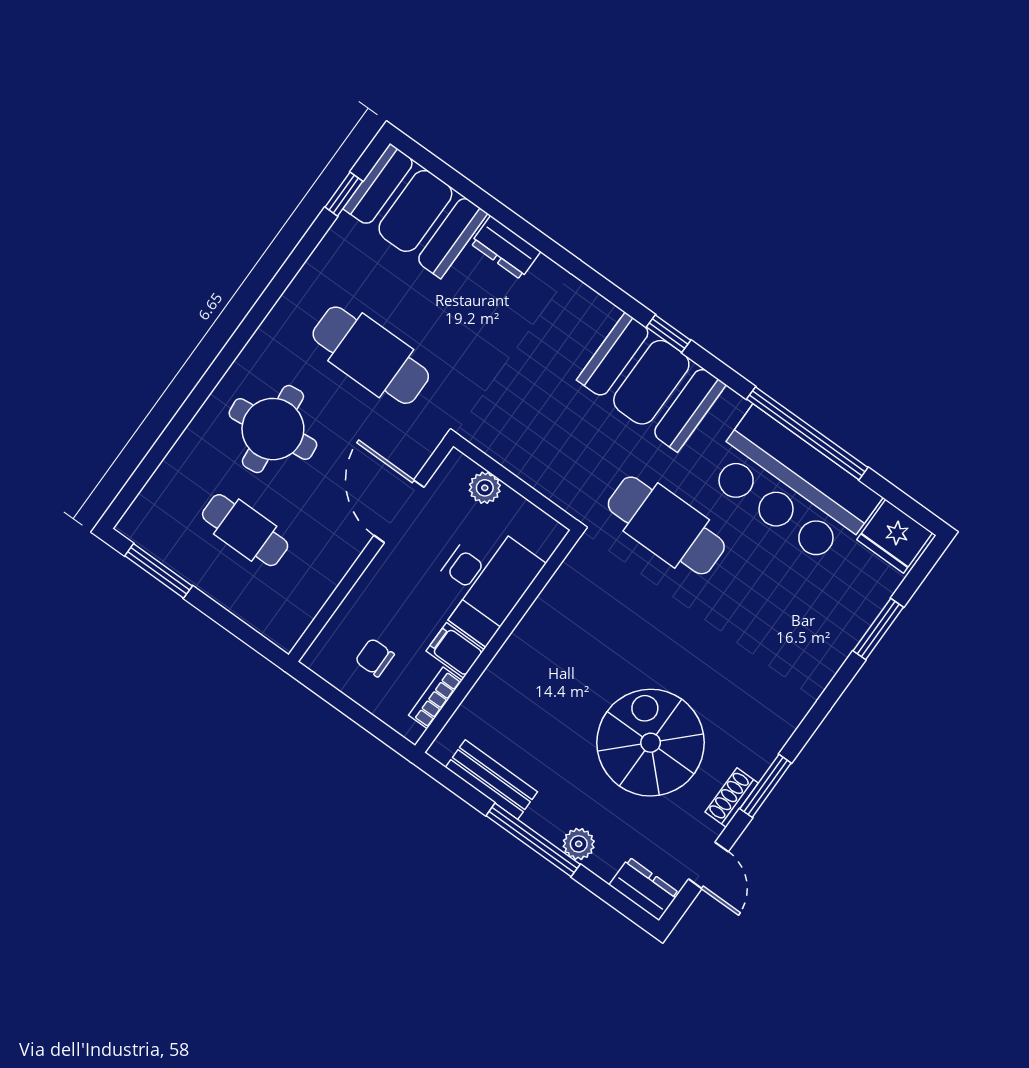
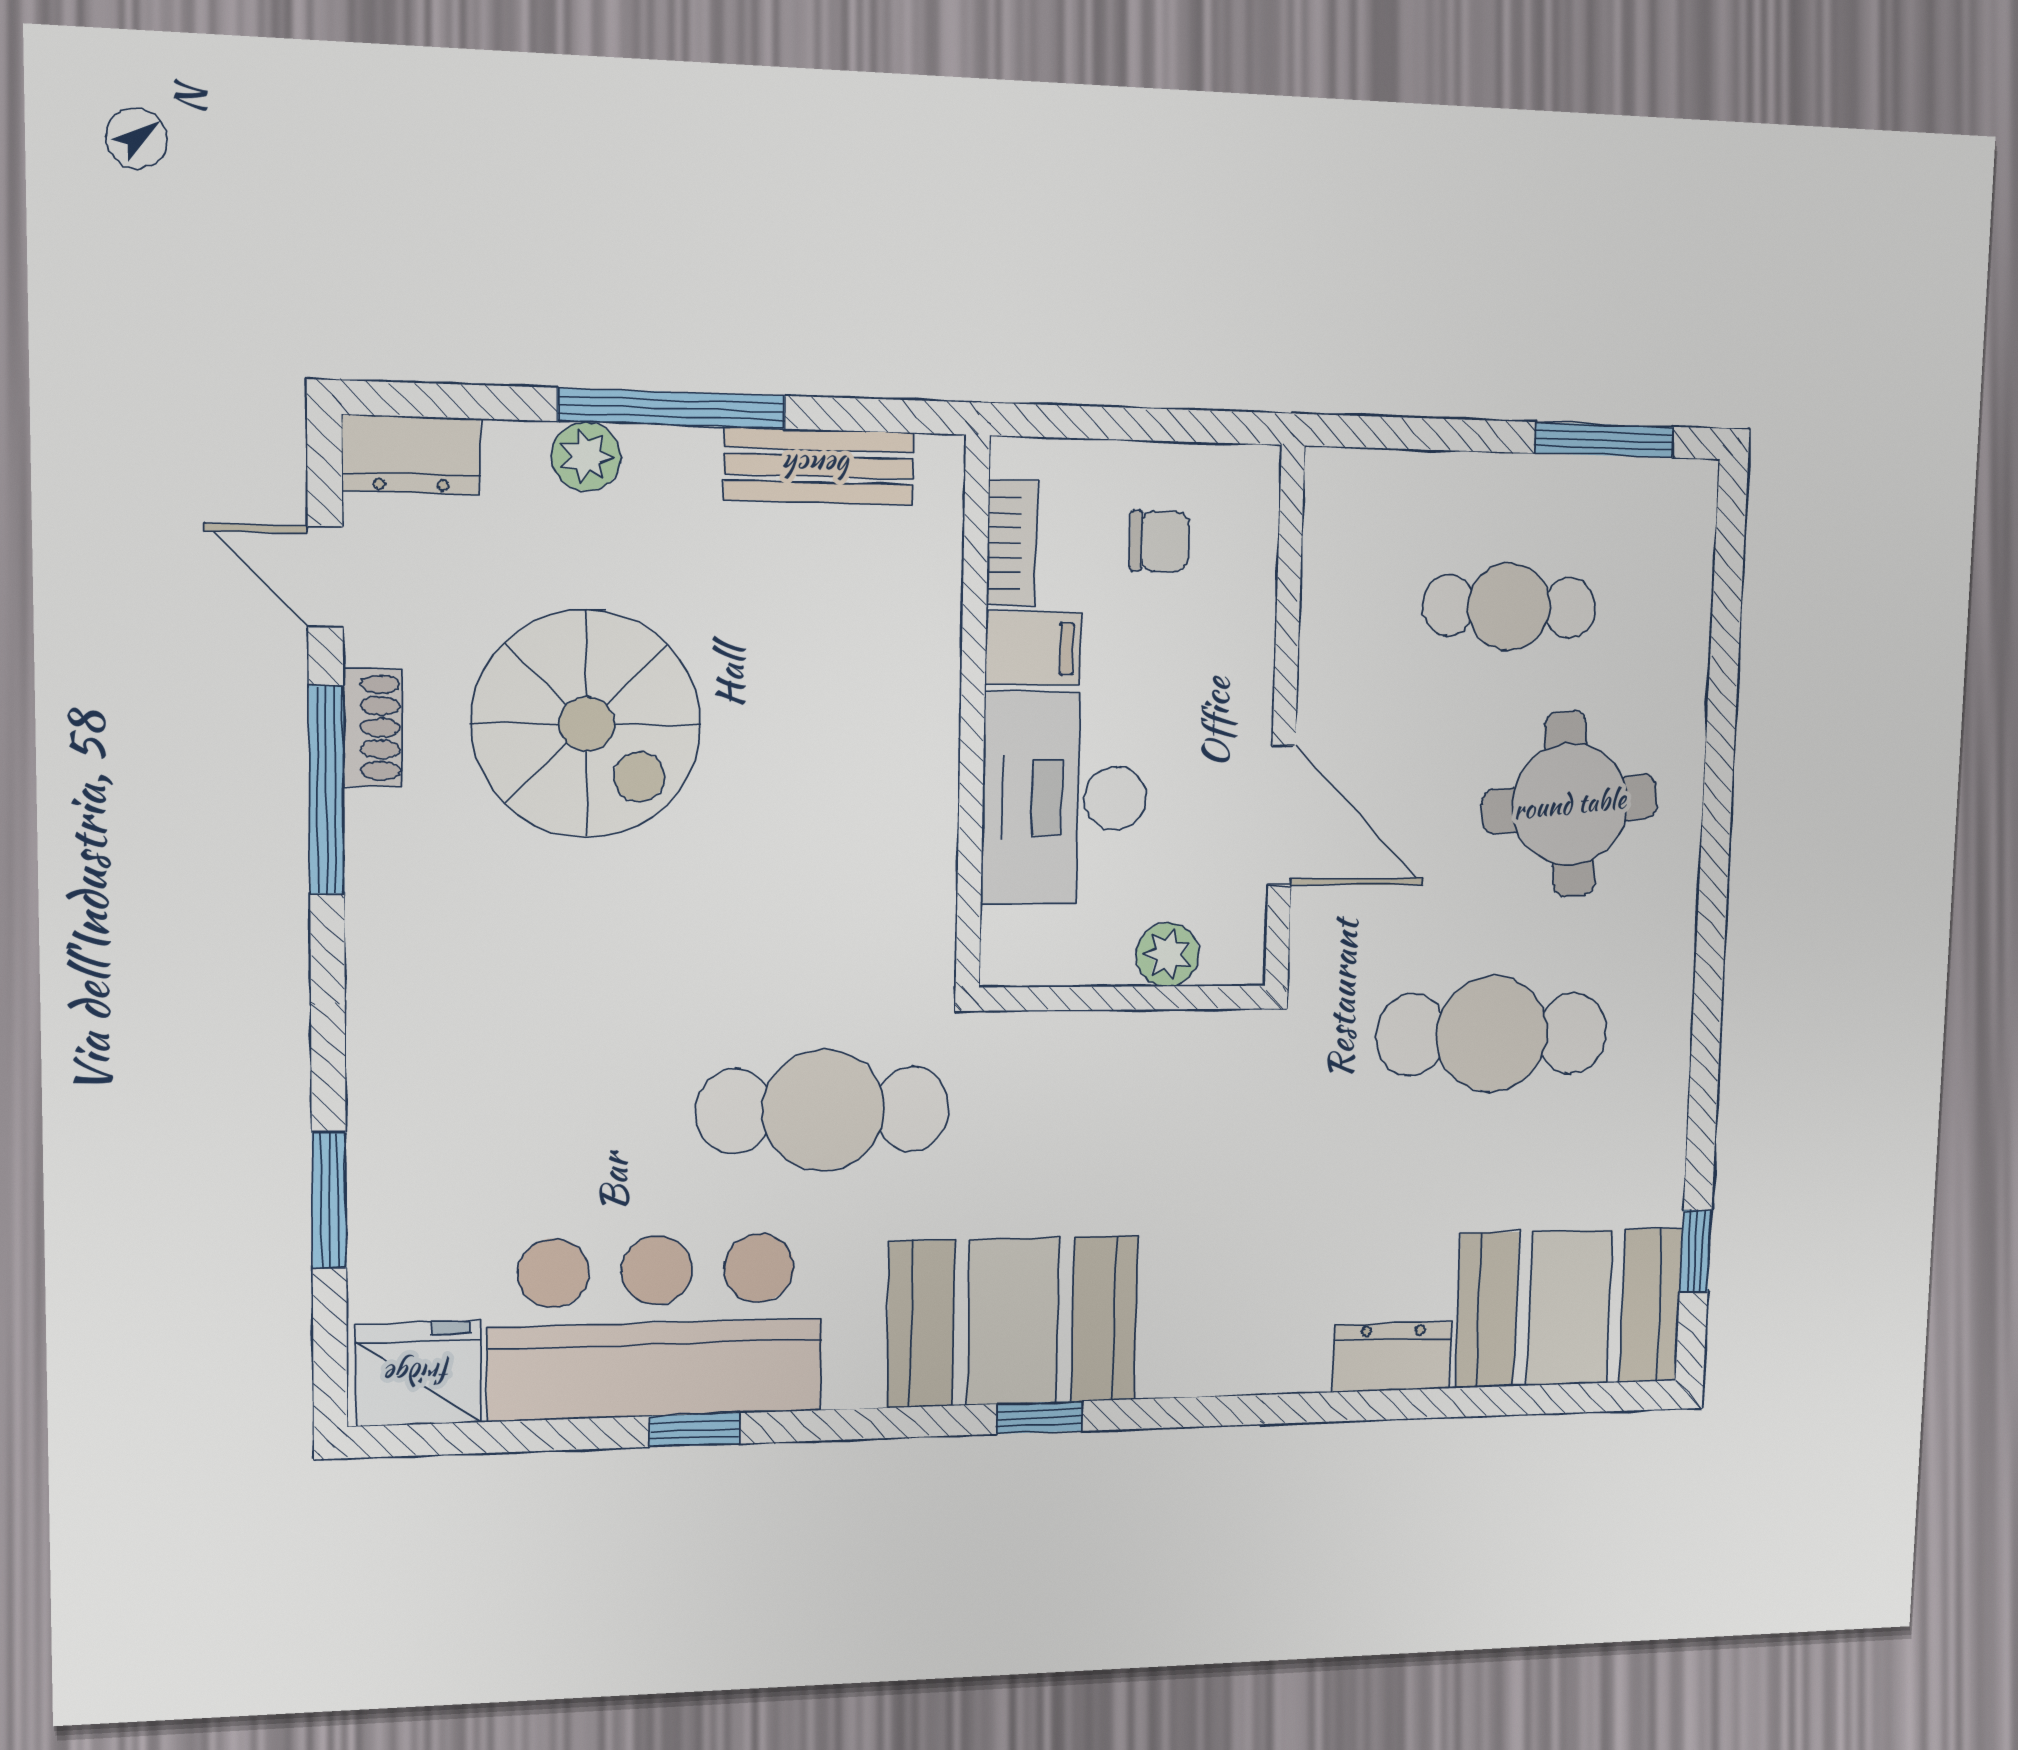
window: (807, 433) -> (695, 1430), width x0.32
window: (766, 786) -> (327, 790), width x1.44

